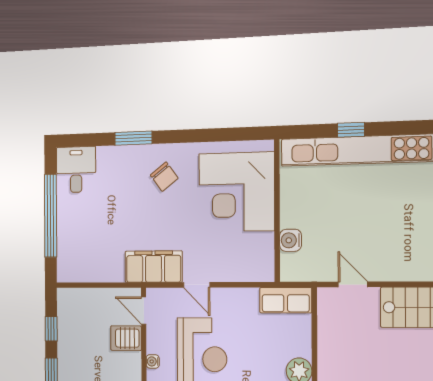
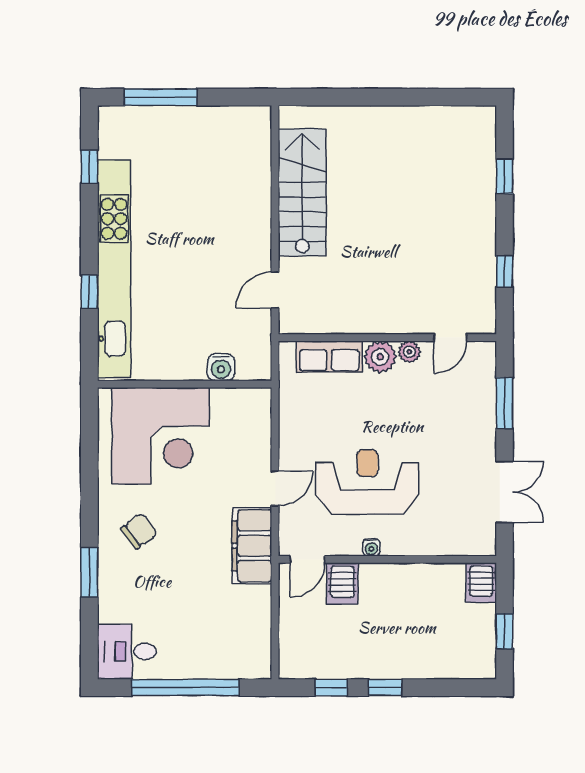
row of seats: (286, 300) -> (329, 357), moved, turned 90

